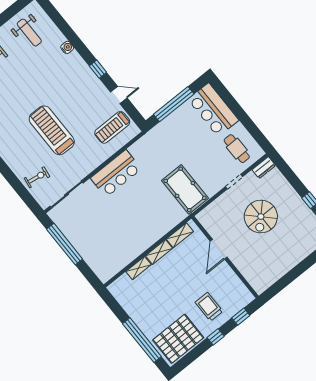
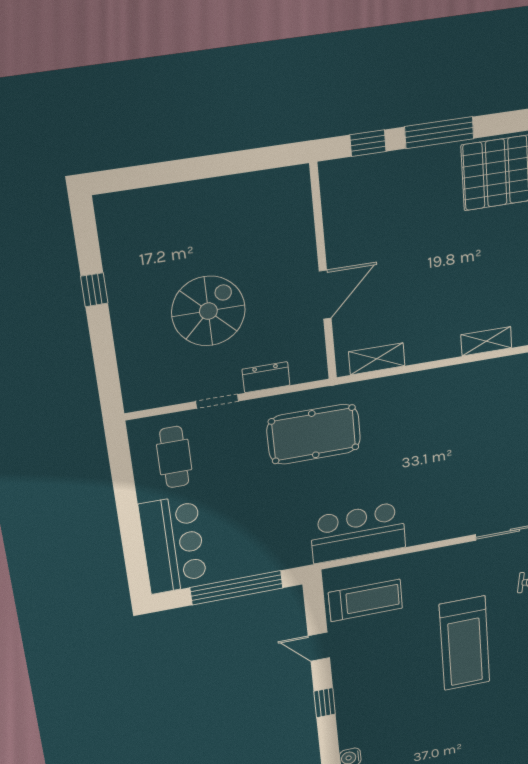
dresser: (264, 168) -> (266, 377), moved
bar counter: (116, 173) -> (358, 533), moved
pool table: (185, 189) -> (314, 434), turned 90
shelving: (159, 252) -> (433, 349), removed
trolley: (209, 307) -> (413, 198), removed
window: (216, 337) -> (439, 133), width x2.17

